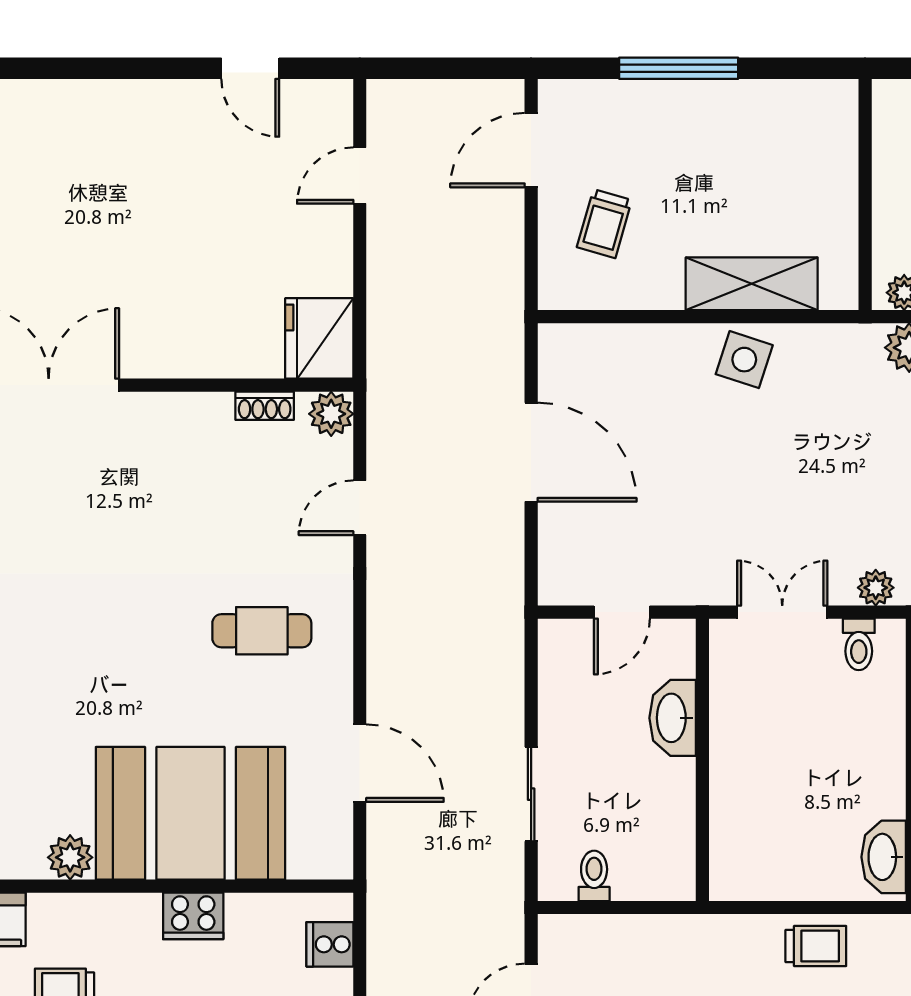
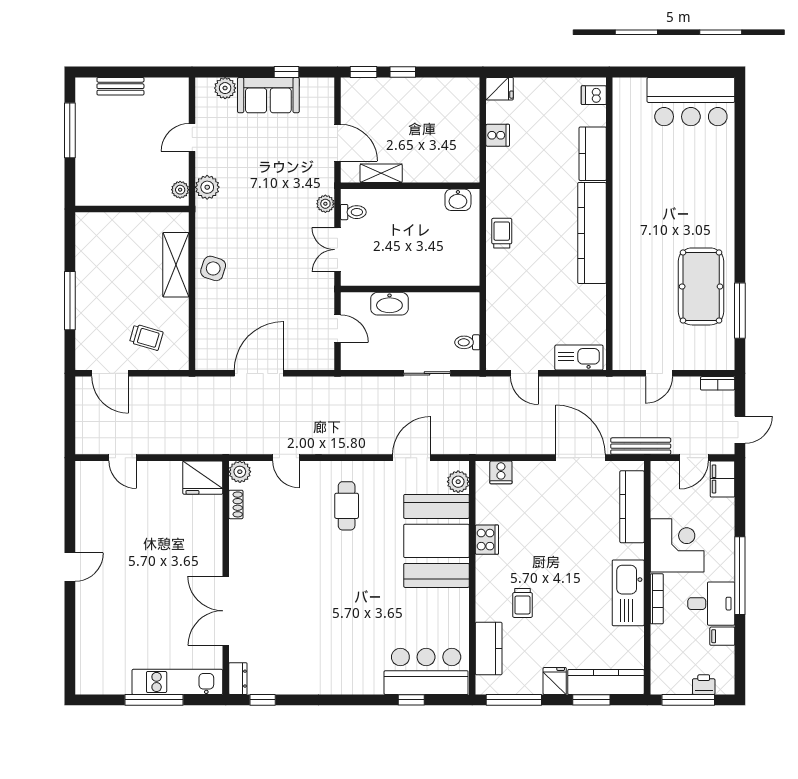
door: (250, 68) -> (70, 567), moved
plant: (70, 857) -> (458, 482), moved
washbasin: (884, 857) -> (458, 200), width x0.72

